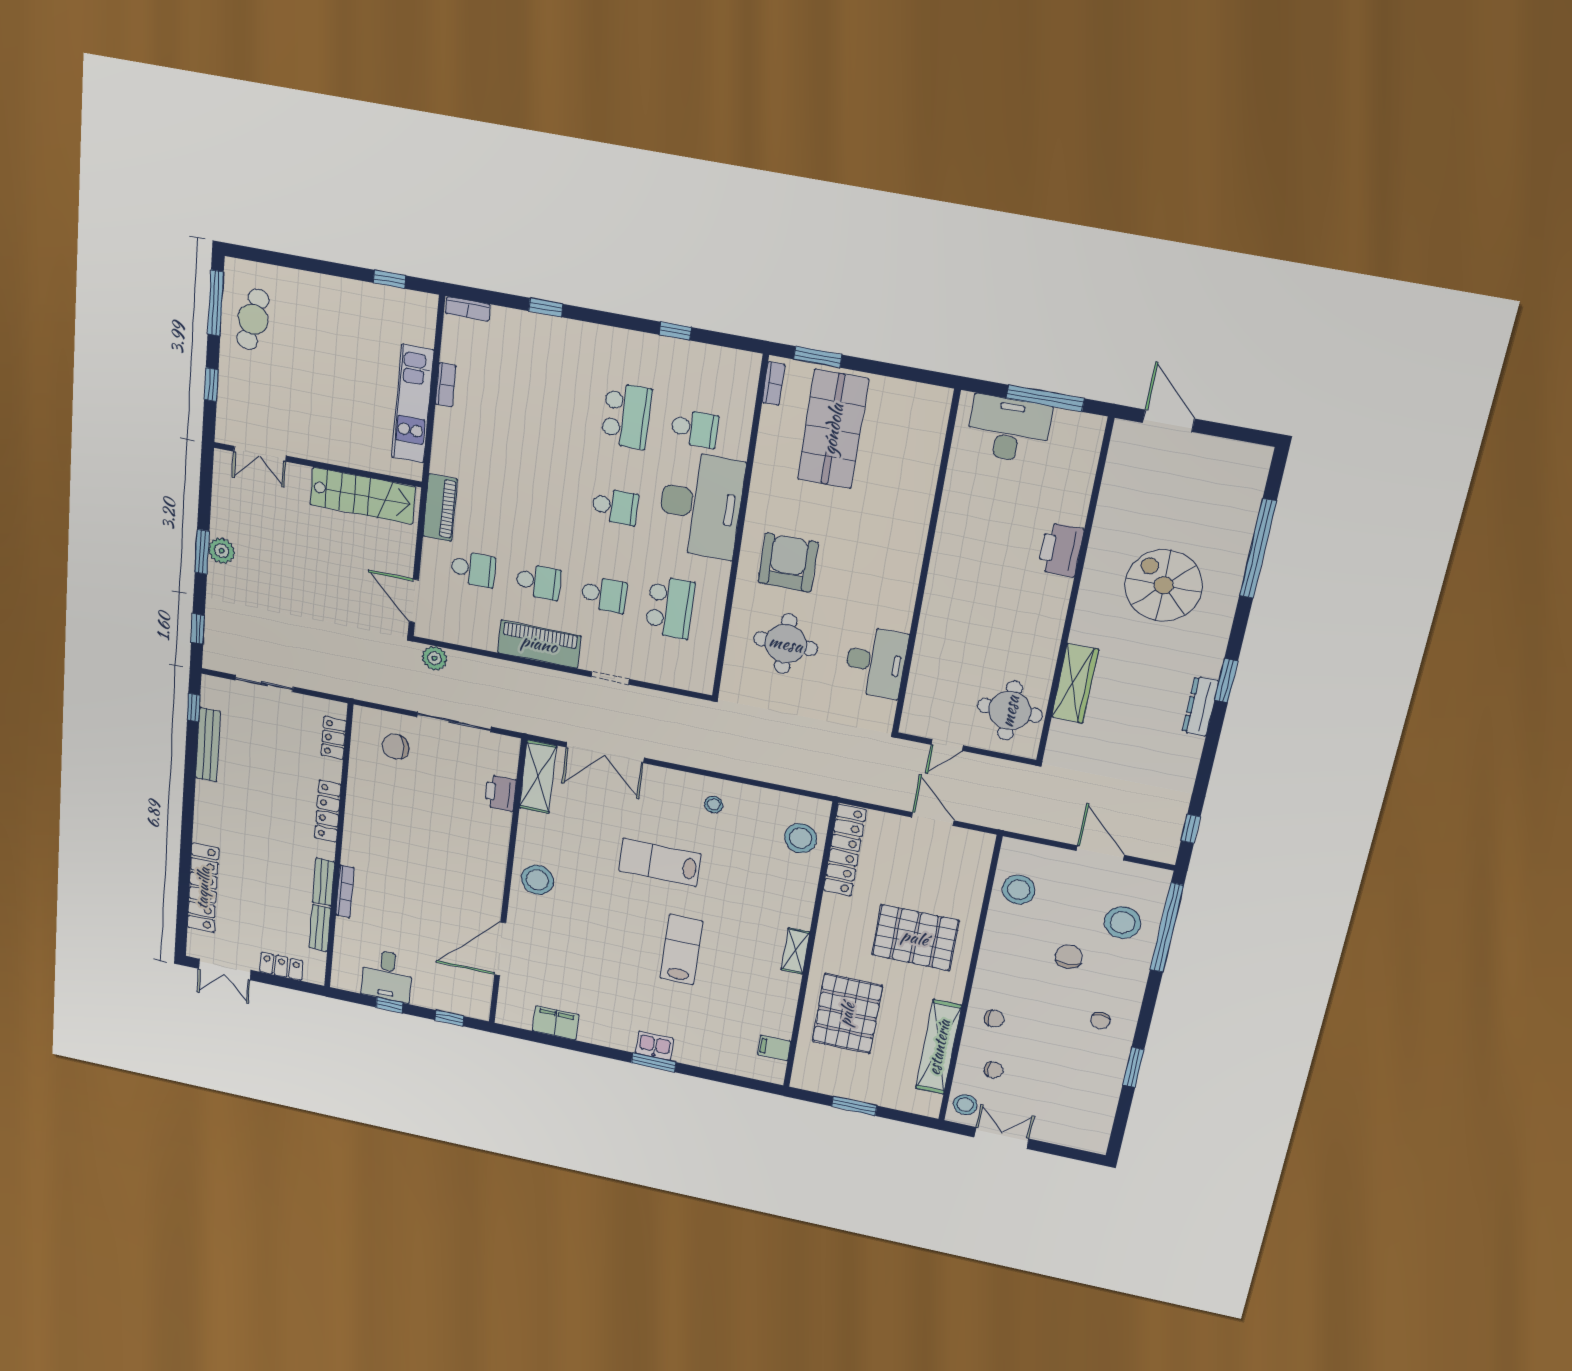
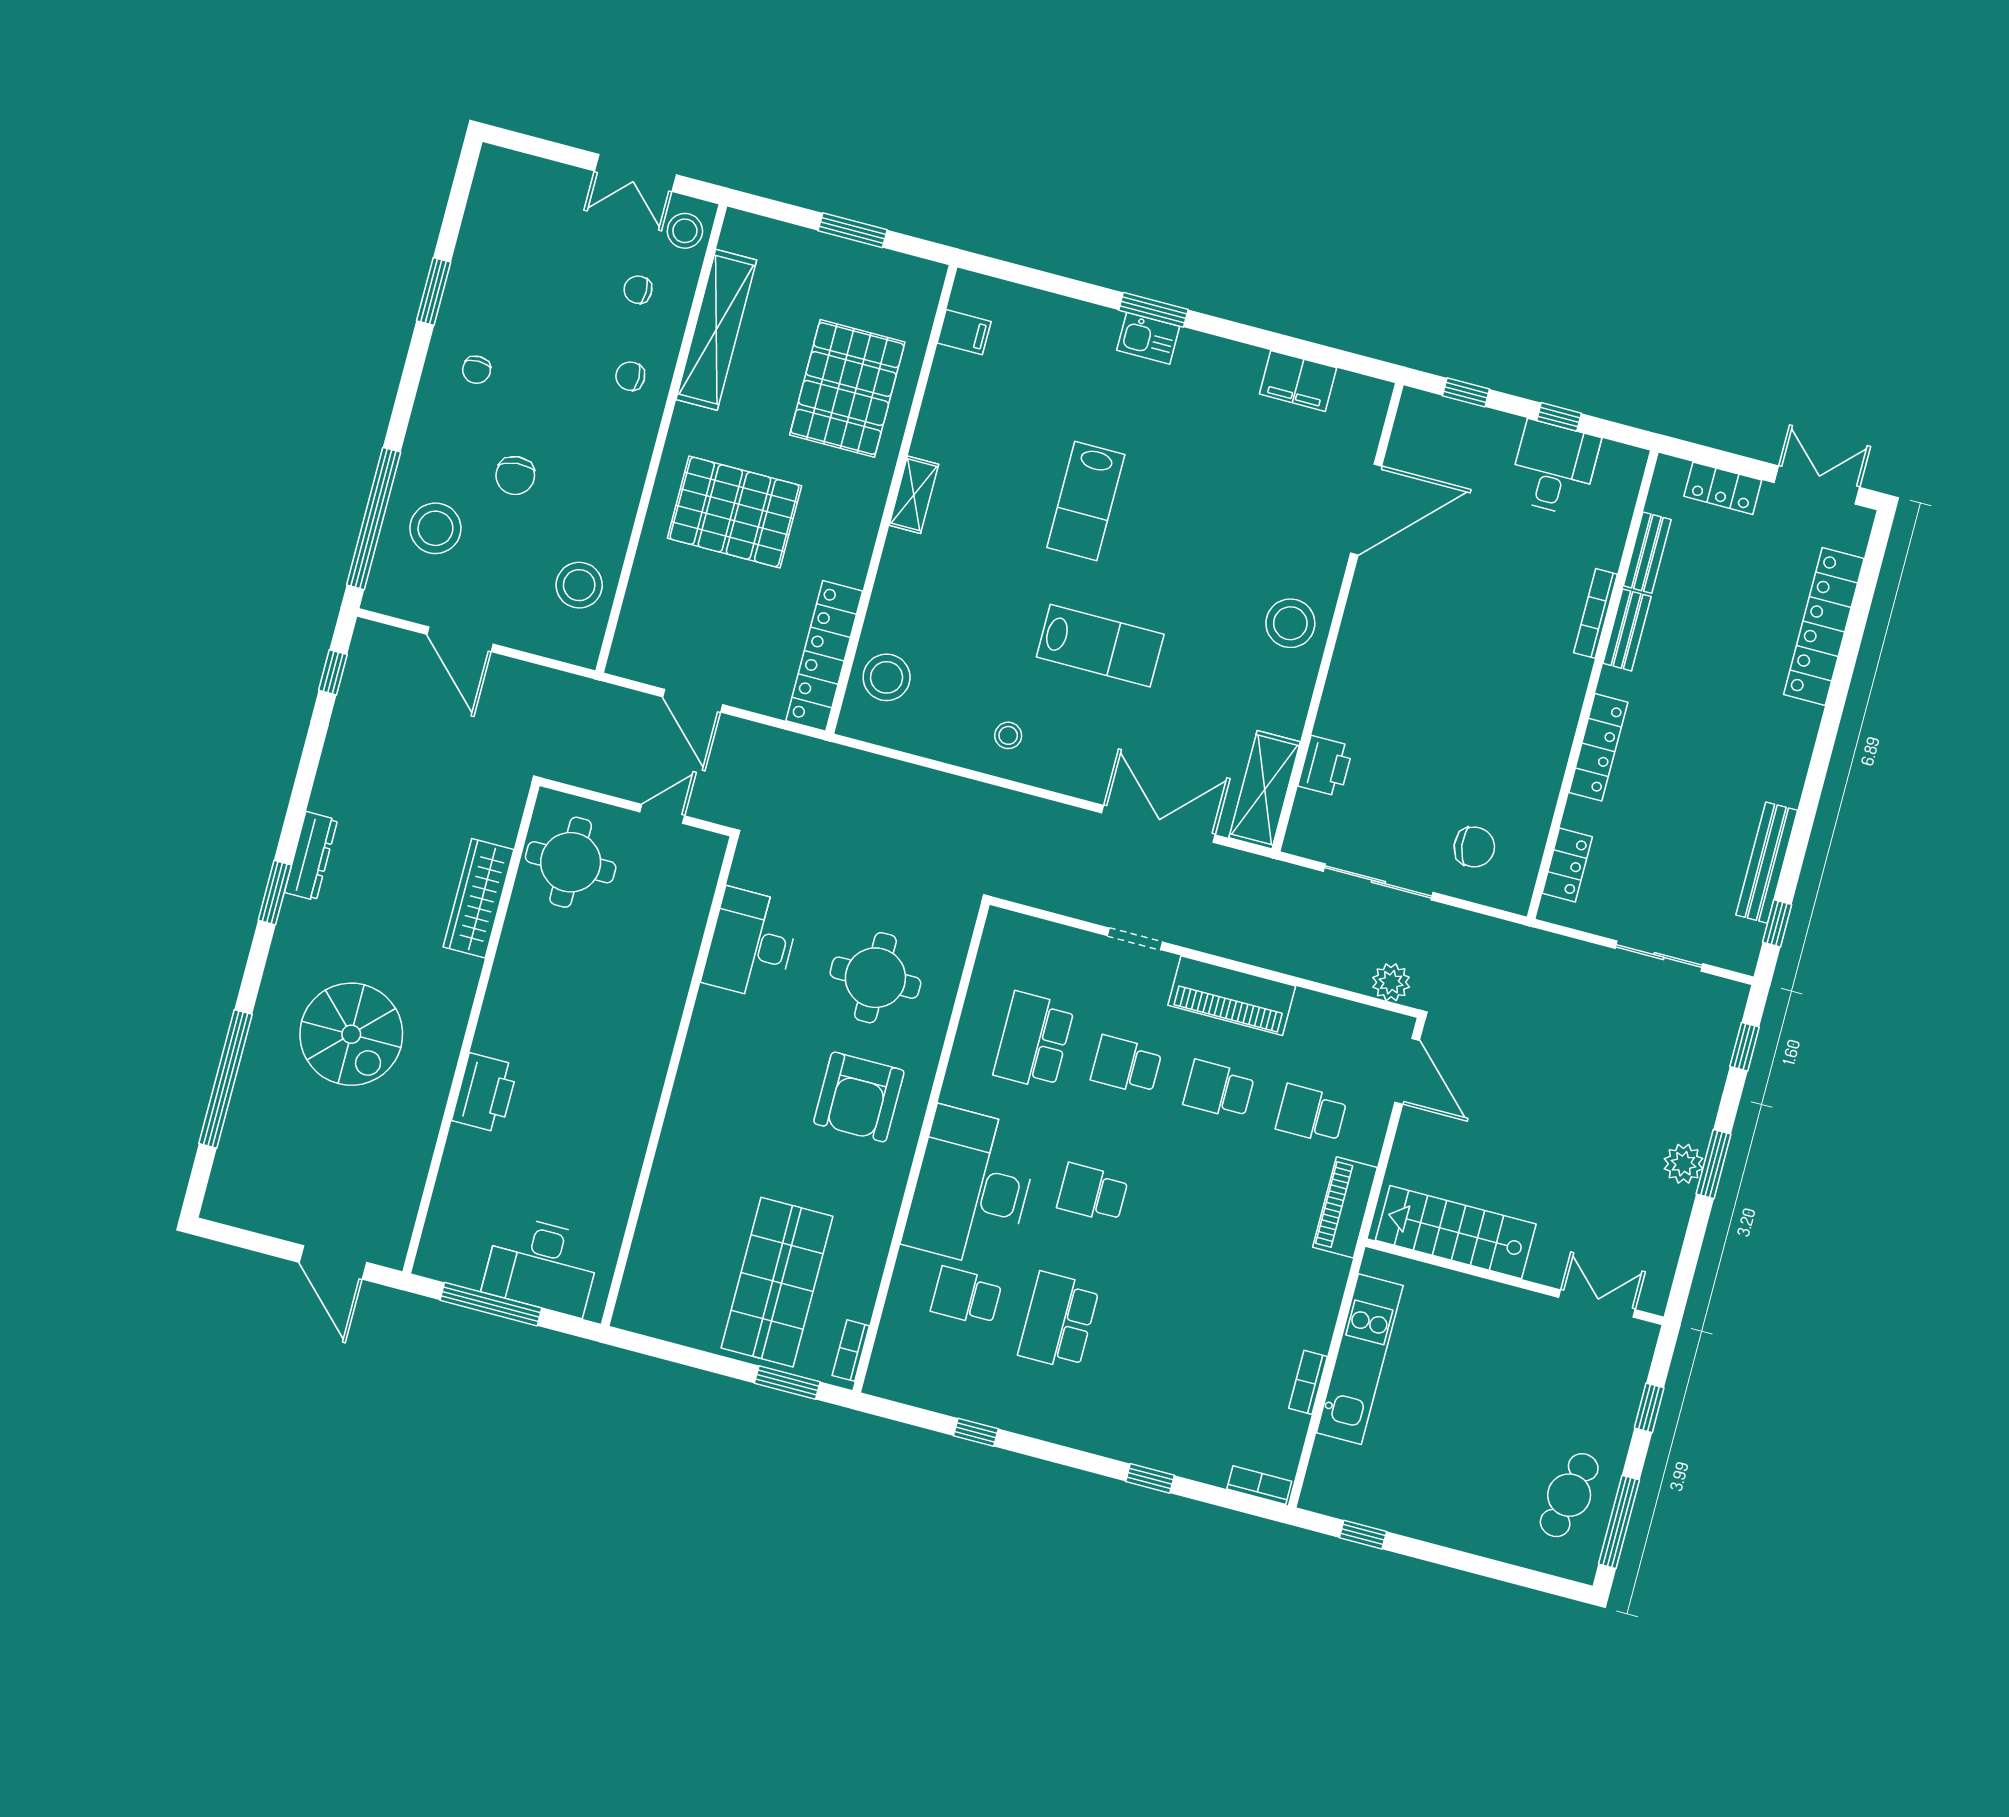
chair: (1100, 1021) -> (477, 370), turned 180

